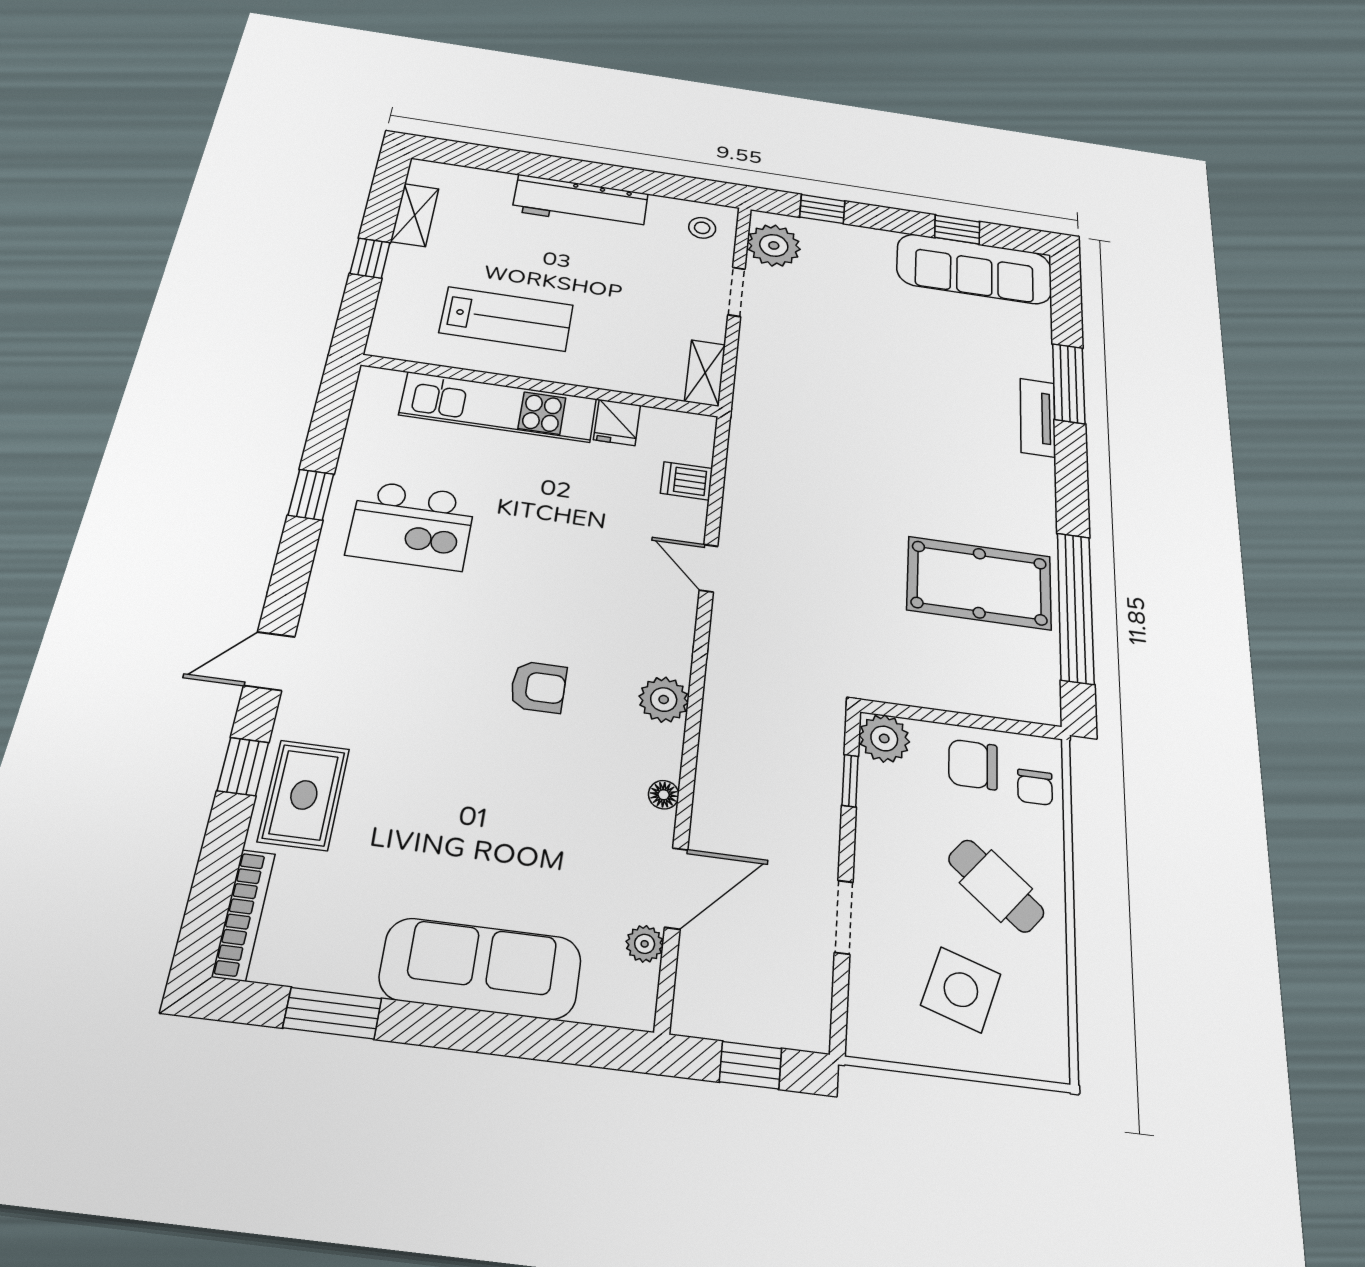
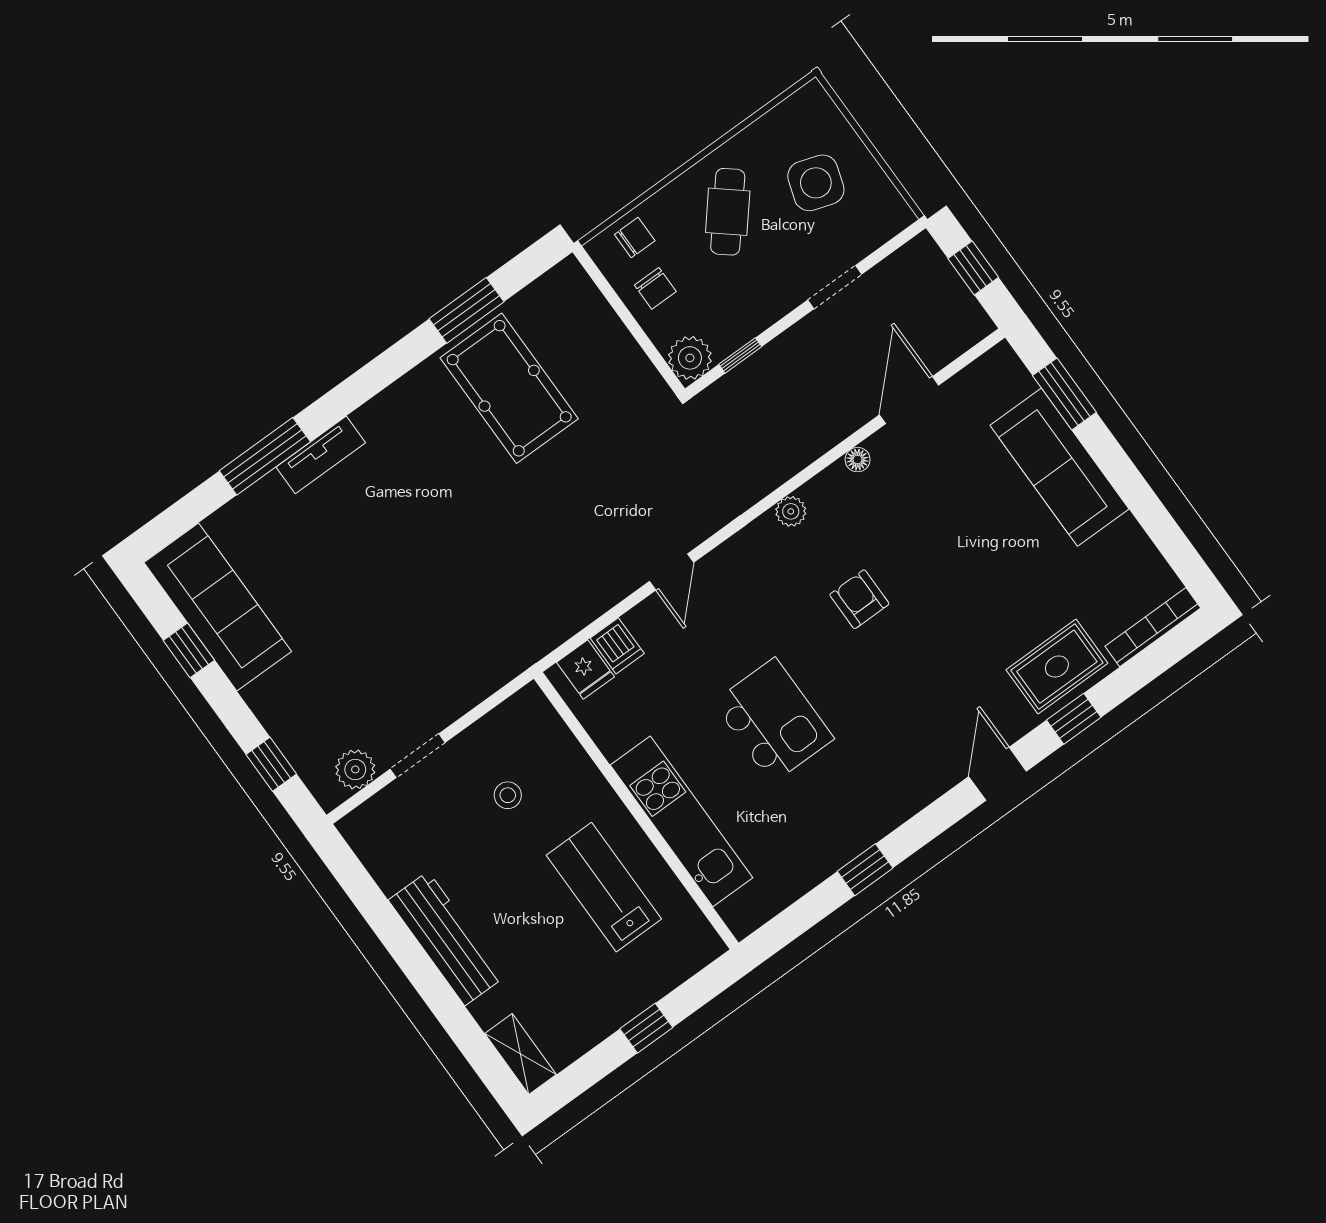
shelving: (415, 215) -> (521, 1054), moved, turned 90
stool: (702, 228) -> (508, 795), moved
plant: (774, 245) -> (355, 769), width x0.73, depth x0.73
shelving: (705, 373) -> (514, 713), removed
fridge: (617, 422) -> (585, 669), moved, turned 90
kitchen island: (411, 525) -> (773, 721), moved
window: (1075, 607) -> (466, 310), width x0.47
door: (269, 661) -> (998, 774), swing flipped
plant: (664, 700) -> (791, 511), width x0.73, depth x0.73
chair: (973, 764) -> (655, 288), width x0.73, depth x0.73
door: (676, 888) -> (909, 400), hinge flipped
plant: (645, 944) -> (959, 388), removed
window: (332, 1013) -> (1064, 394), moved

